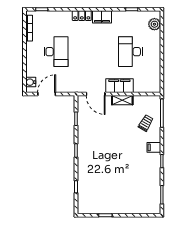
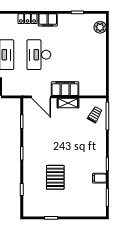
desk: (130, 52) -> (39, 55), moved
trolley: (146, 123) -> (95, 115), moved
filing cabinet: (154, 147) -> (99, 178), moved
pallet: (110, 175) -> (55, 177), added

